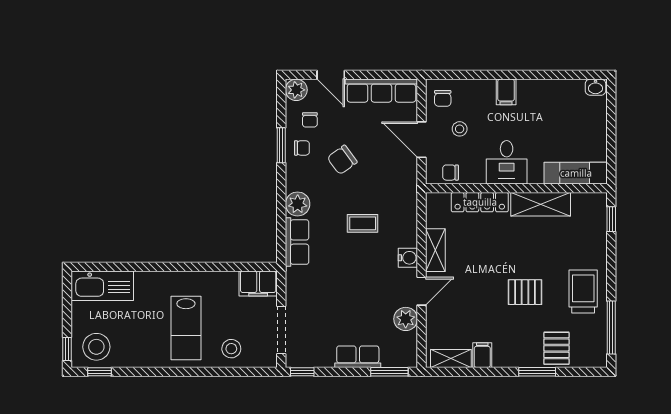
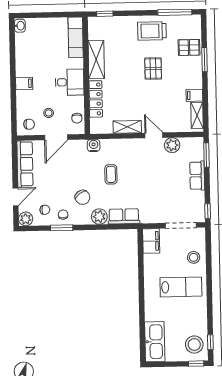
chair: (342, 160) -> (82, 197), moved
water cooler: (408, 258) -> (94, 145), moved

